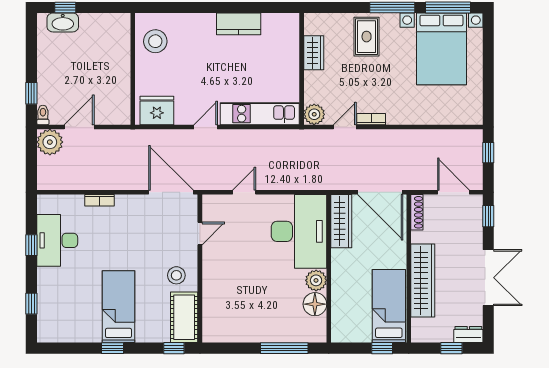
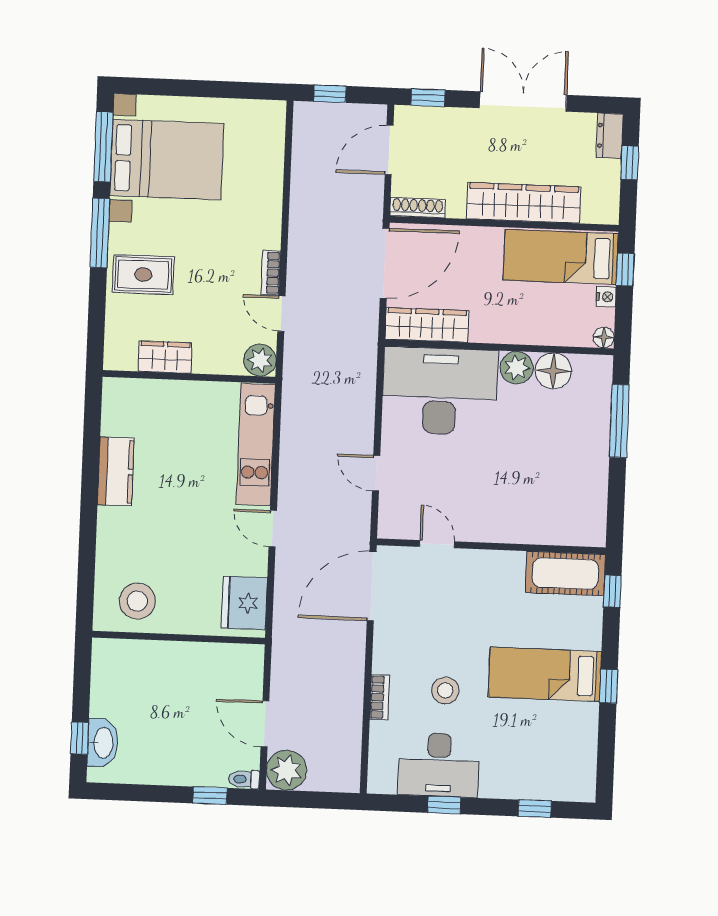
stool: (176, 275) -> (445, 690), moved
floor lamp: (338, 336) -> (604, 338), added
nightstand: (364, 336) -> (606, 297), added

